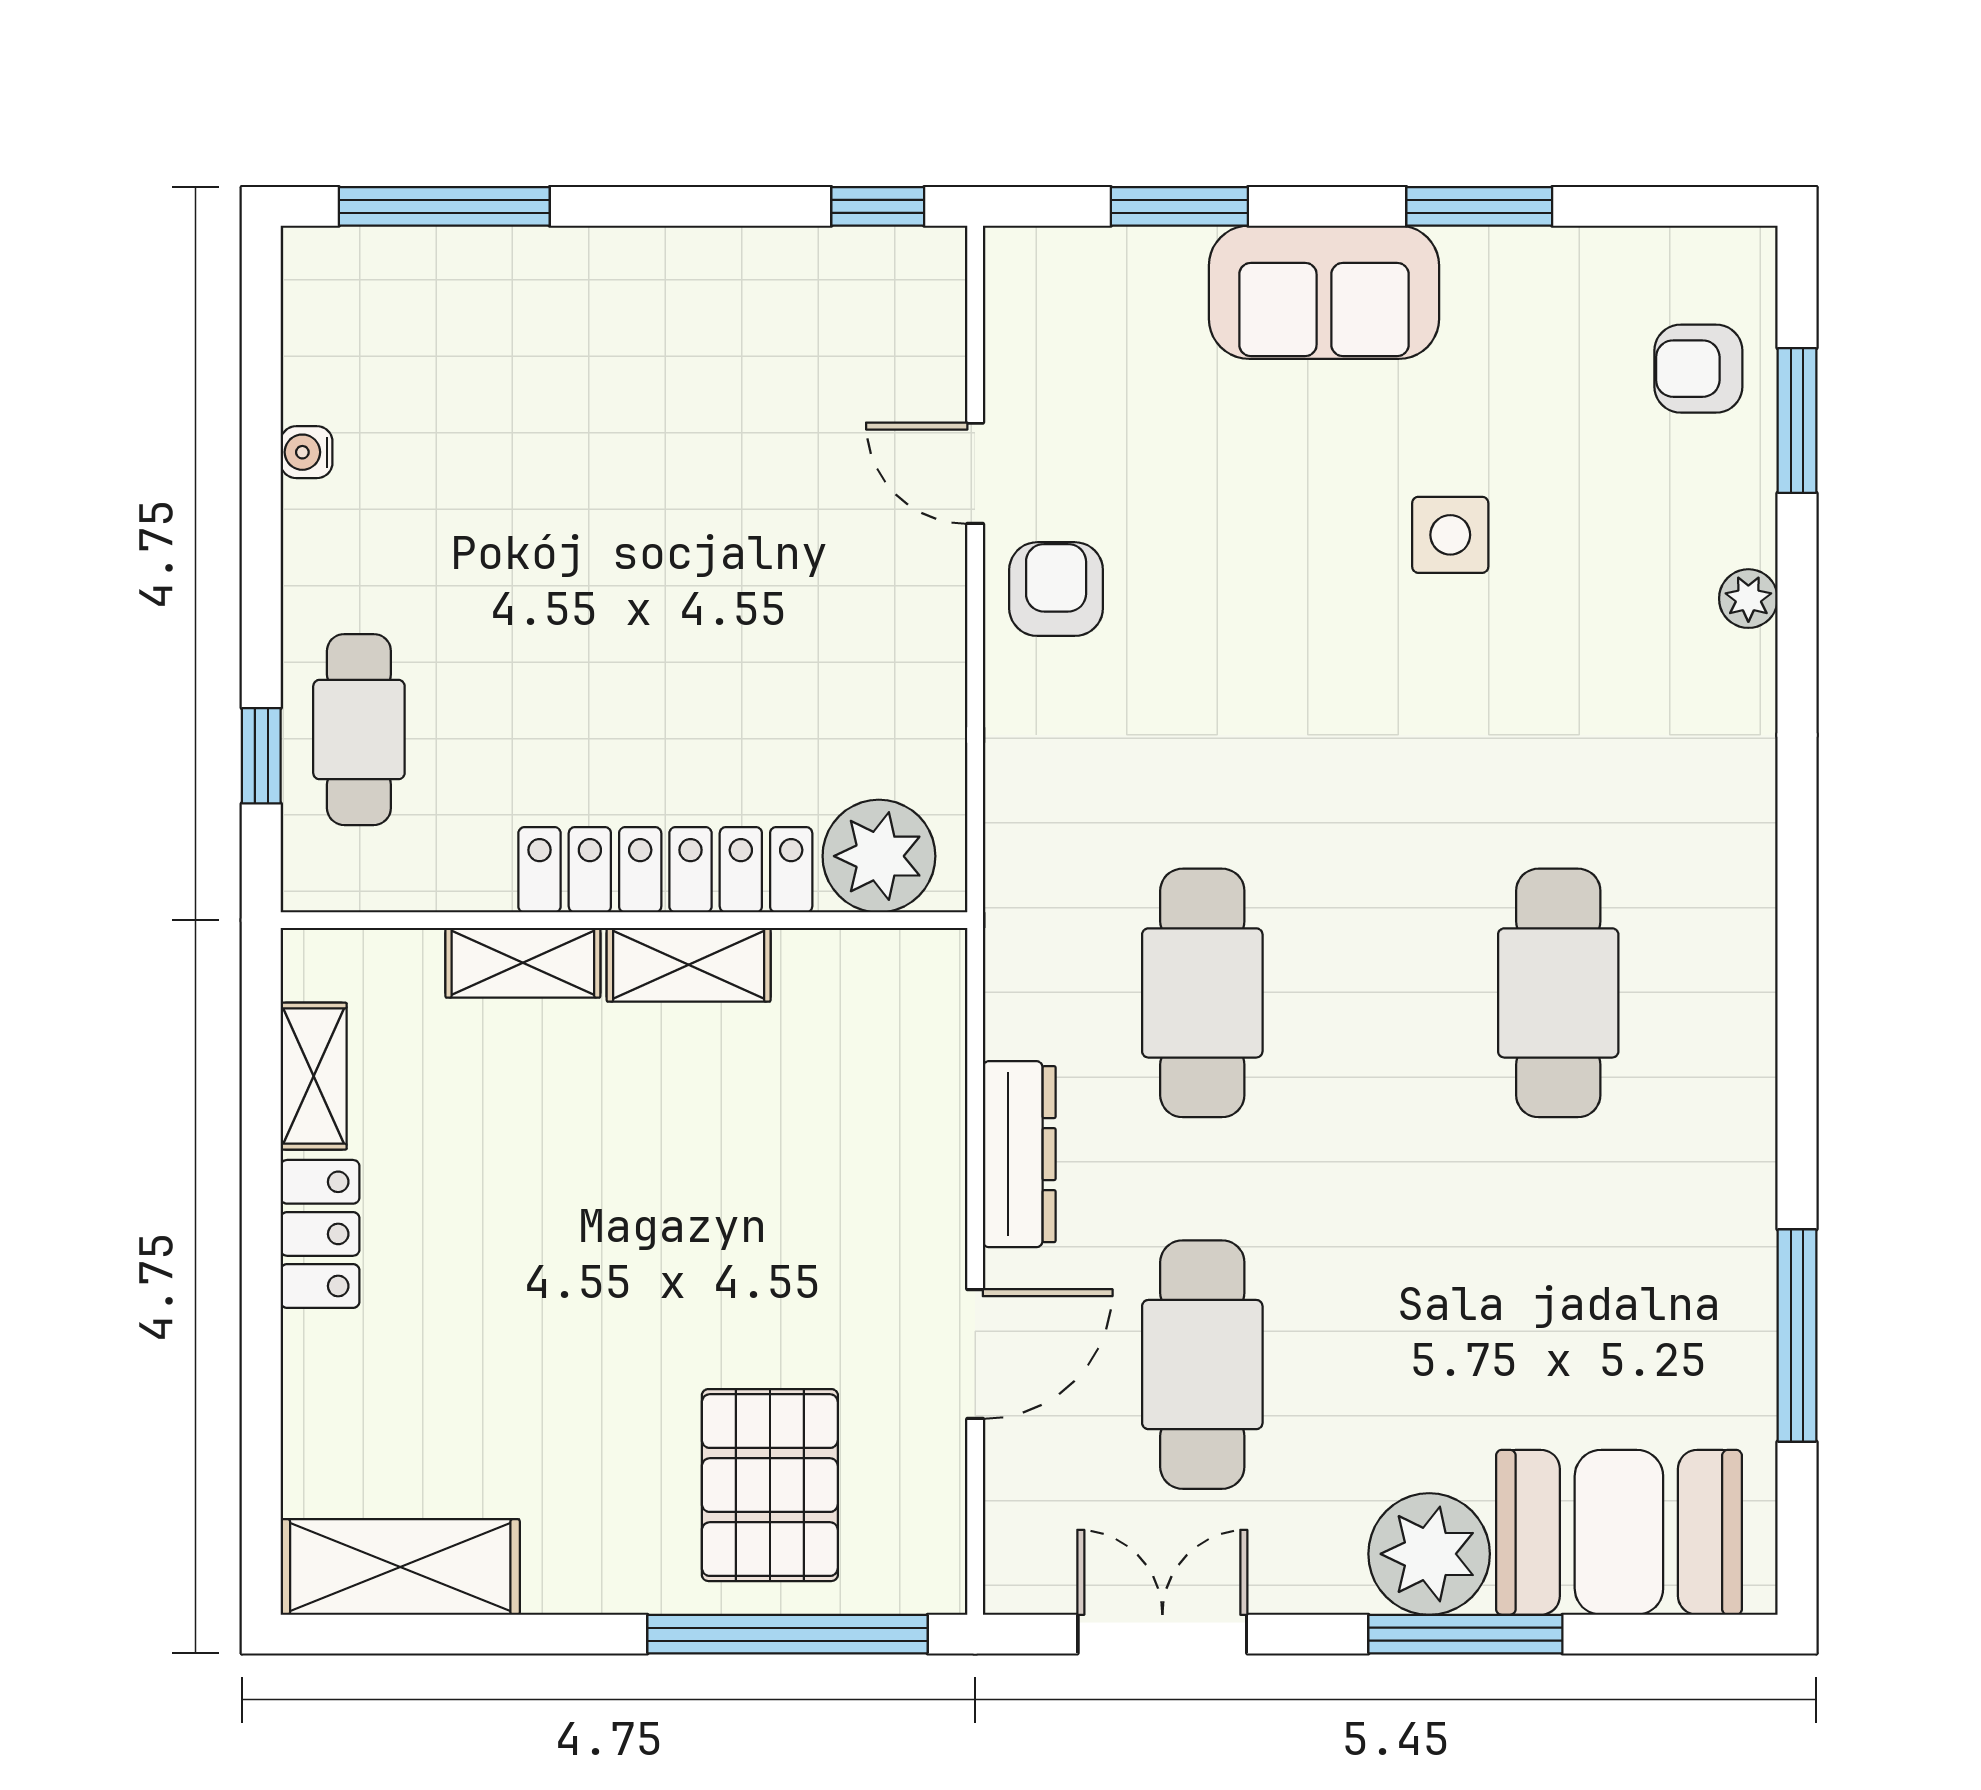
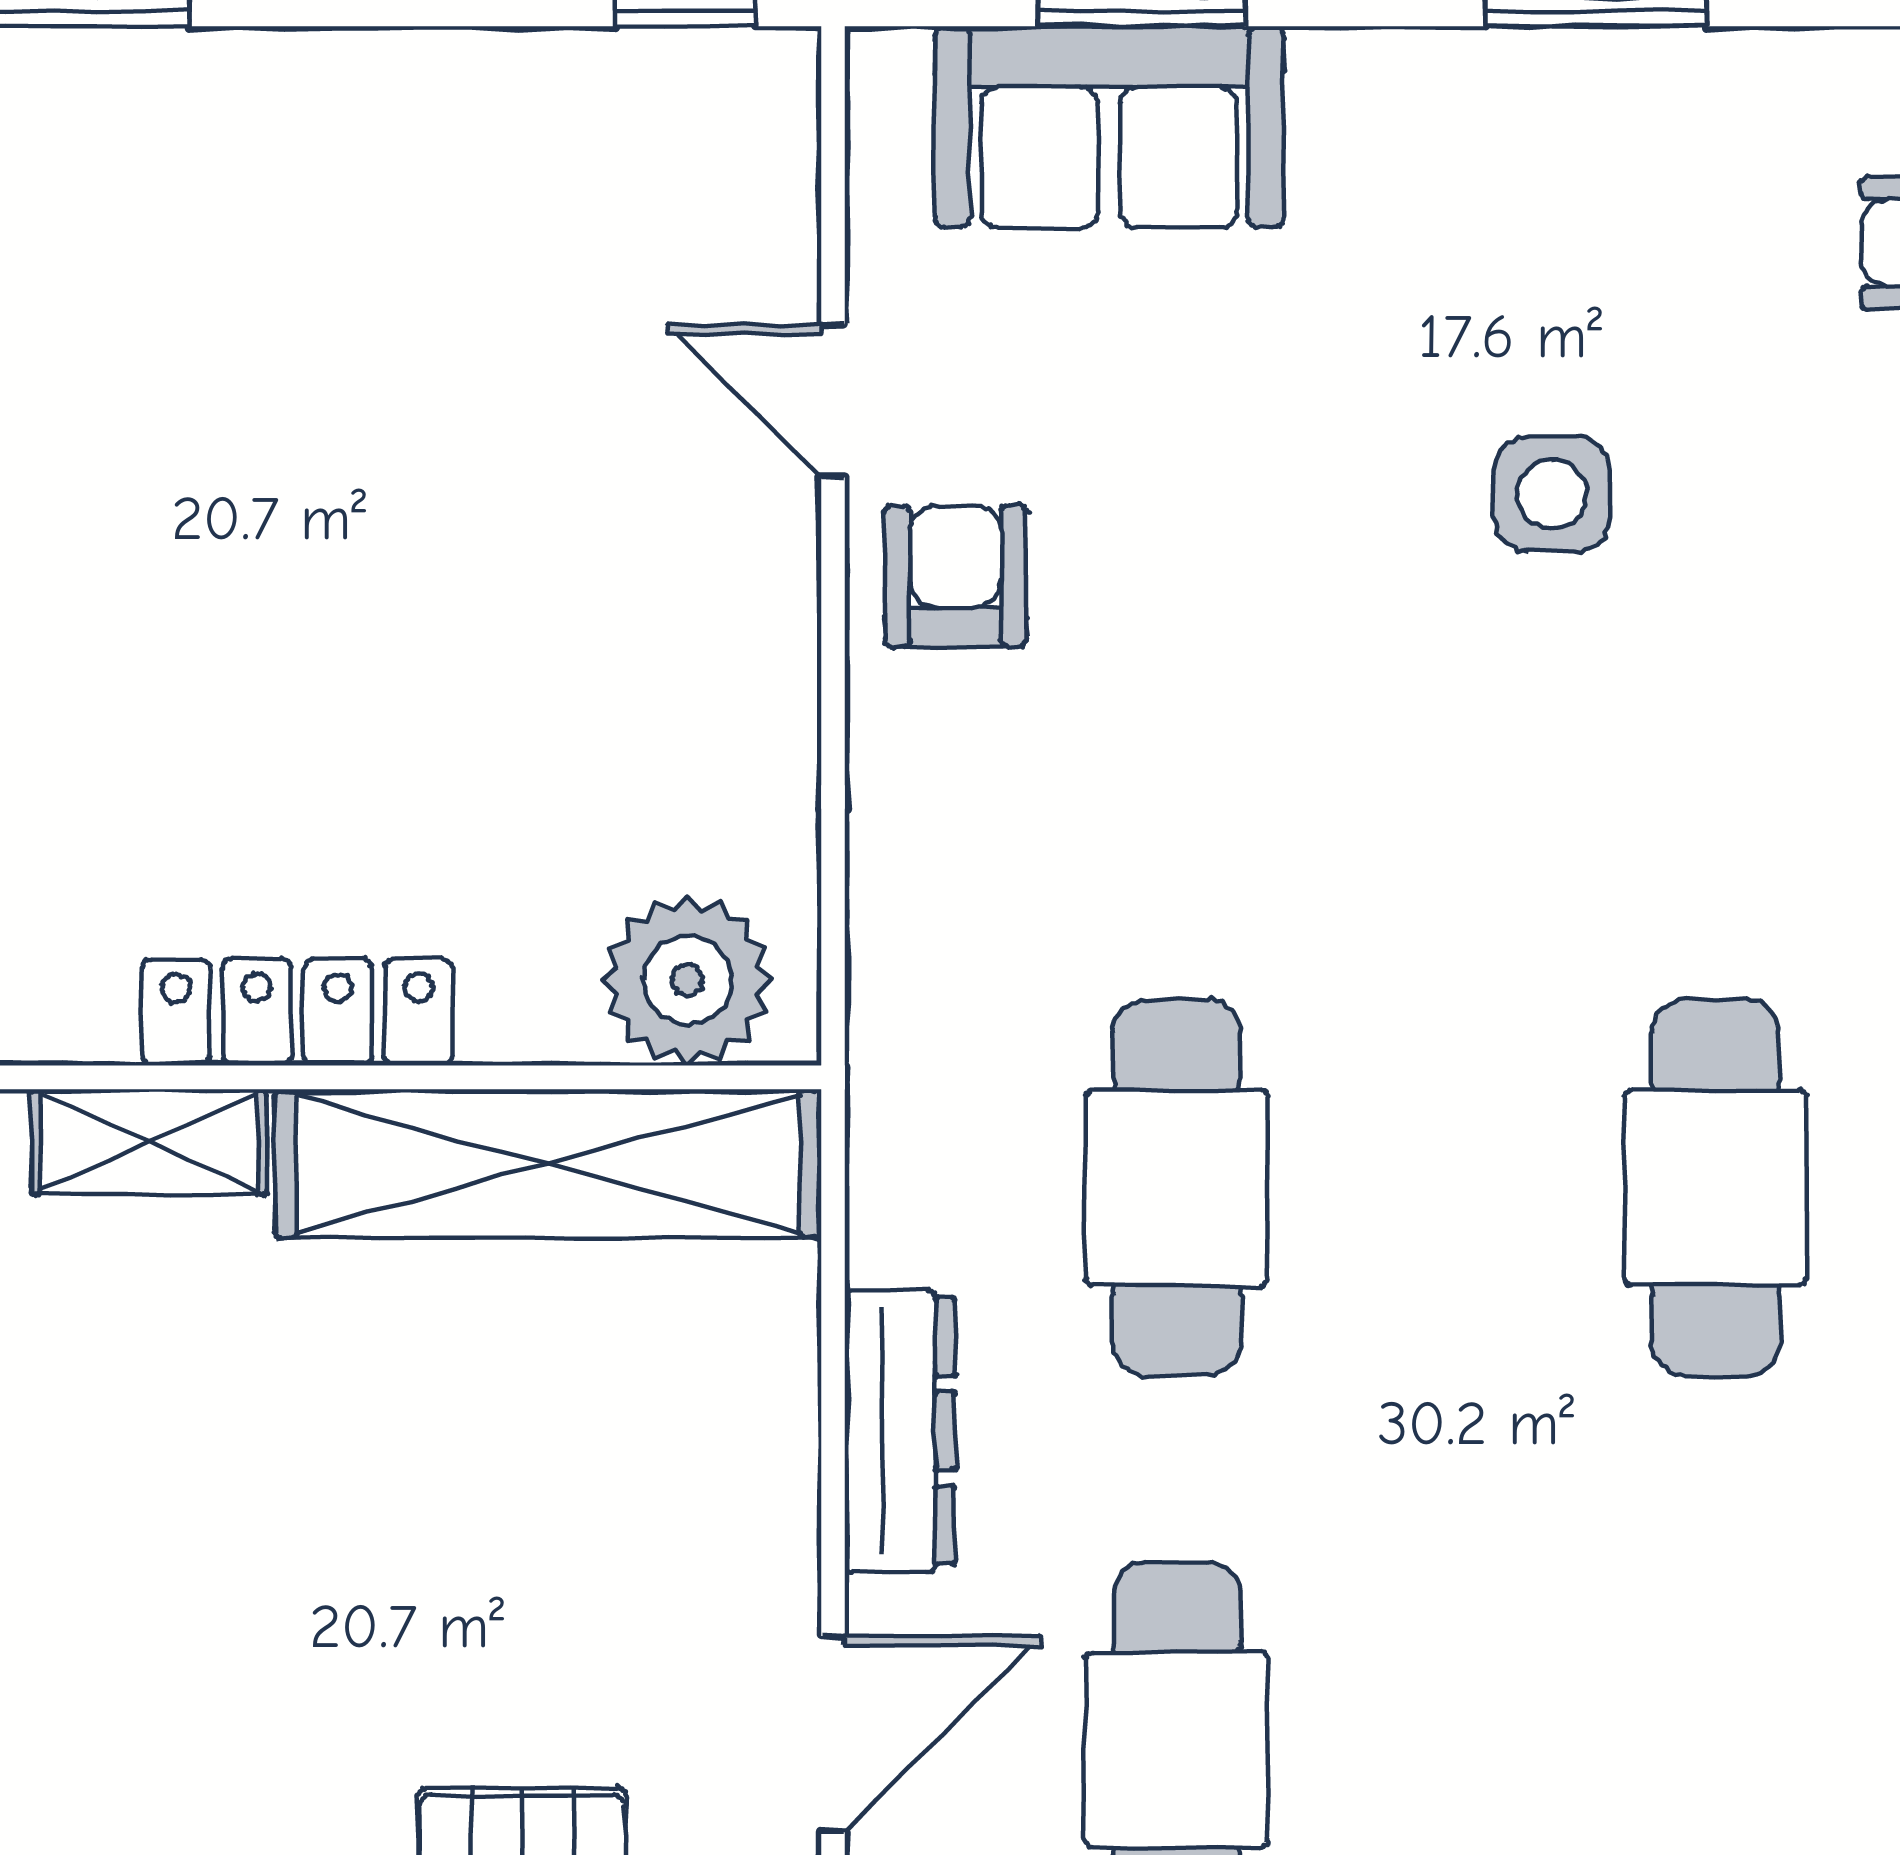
sofa: (1324, 292) -> (1109, 127), moved
locker: (665, 870) -> (297, 1012), width x0.71, depth x0.83
shelving: (689, 965) -> (548, 1164), width x2.20, depth x1.33

